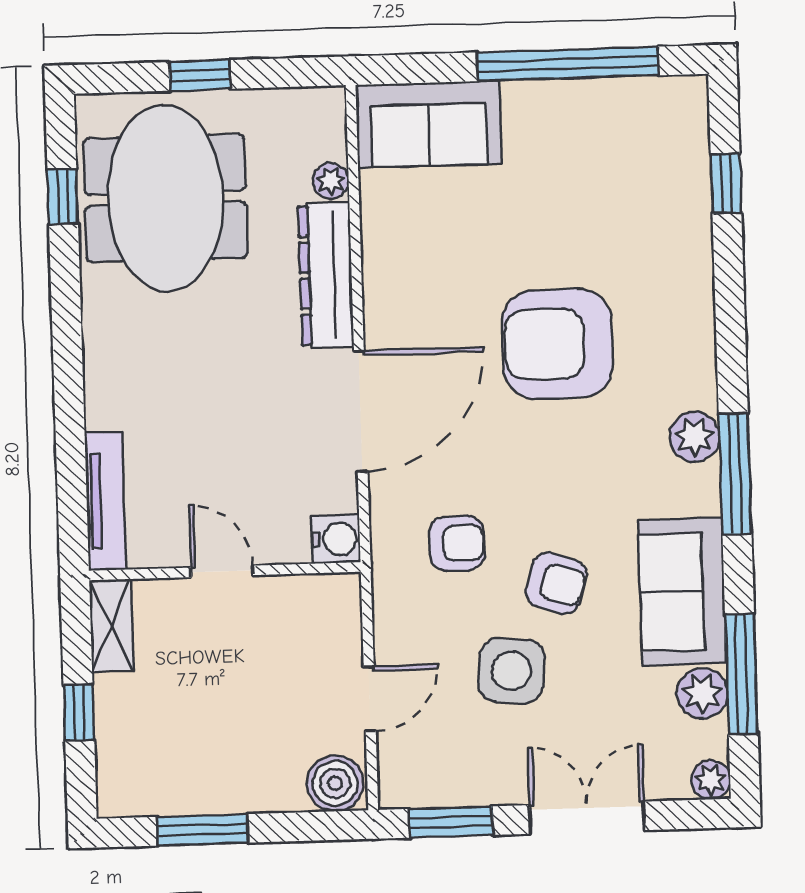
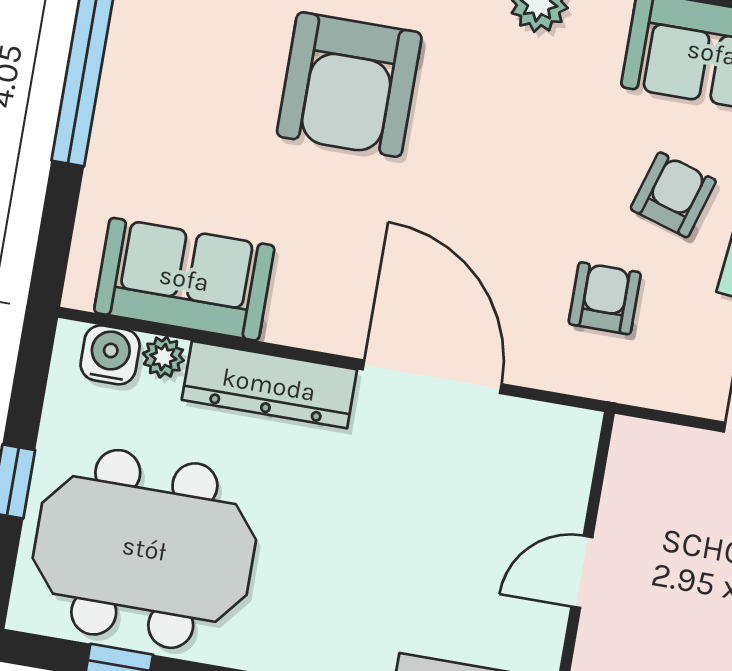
sofa: (429, 124) -> (184, 279), moved, turned -90
armchair: (558, 344) -> (349, 85), moved
water cooler: (336, 539) -> (110, 355), moved

